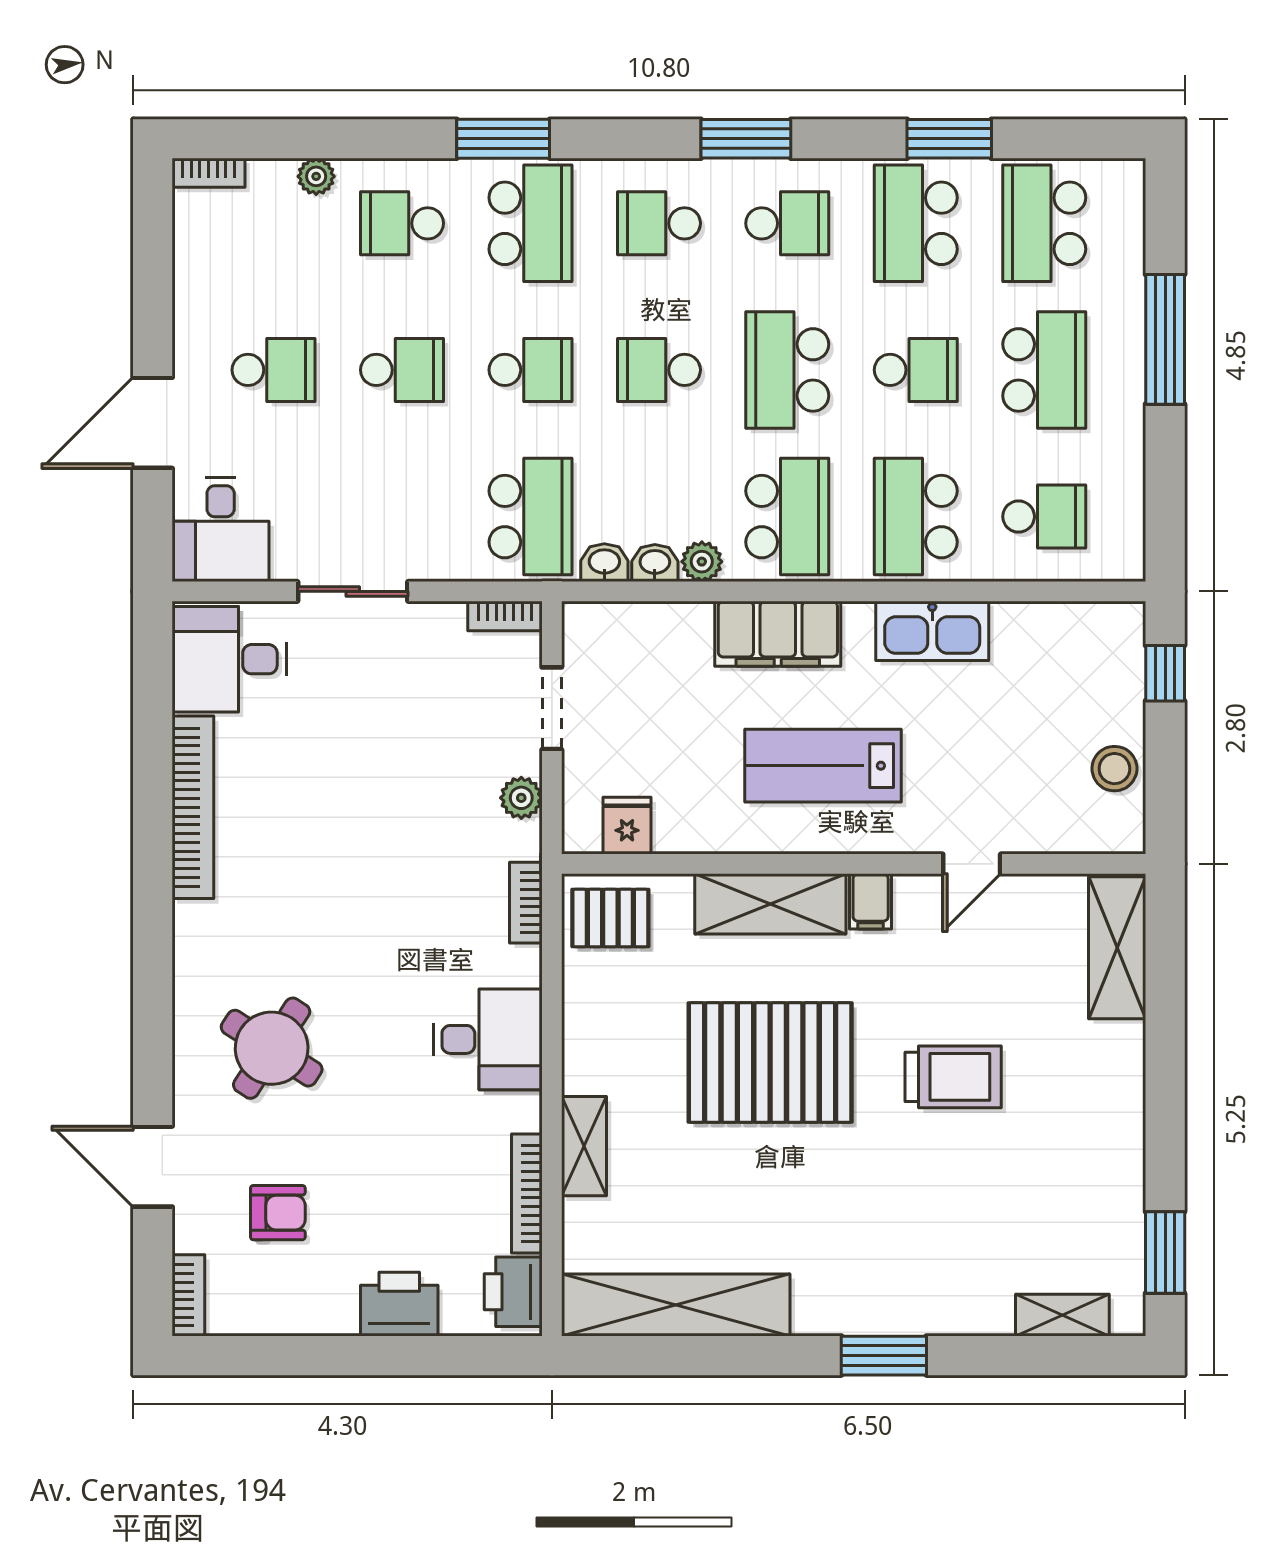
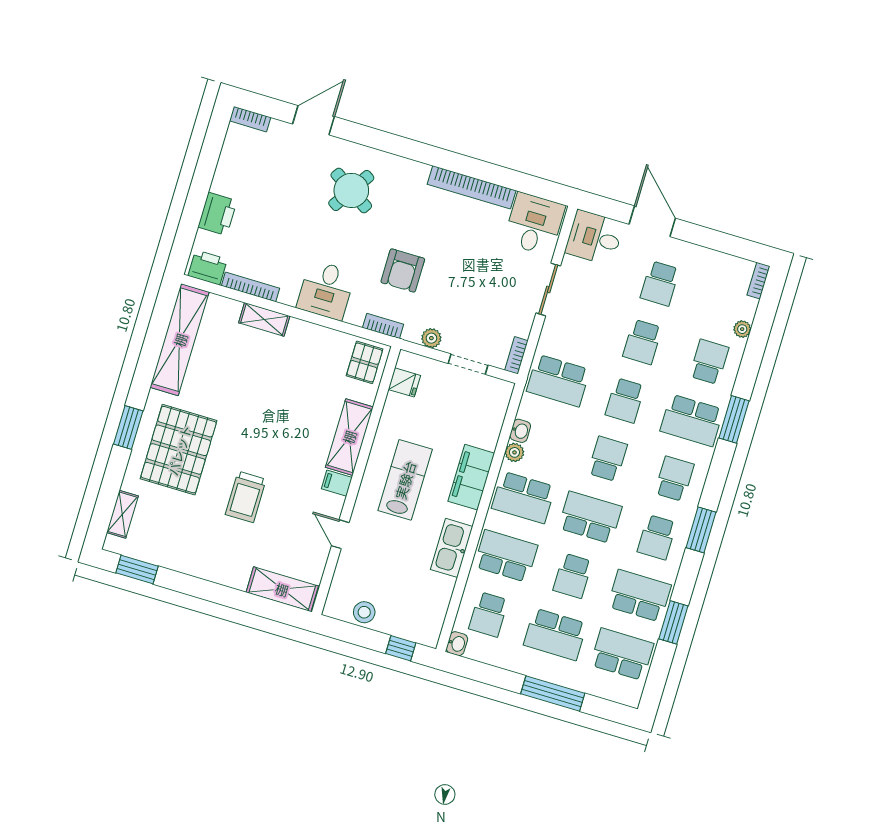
washbasin: (604, 563) -> (457, 644), moved
pallet: (770, 1063) -> (179, 450), moved
armchair: (278, 1213) -> (403, 270), moved, width x1.38, depth x1.38

